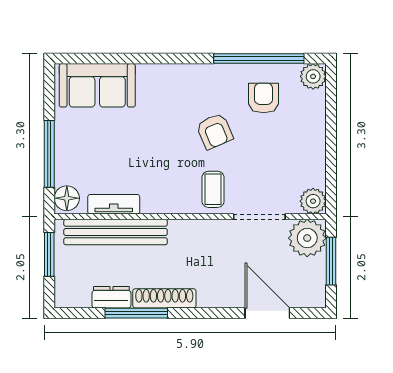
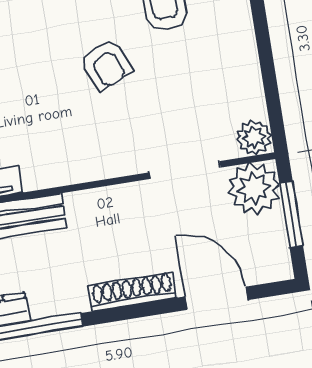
coffee table: (213, 189) -> (116, 143), removed
shoe rack: (164, 298) -> (132, 291), moved

